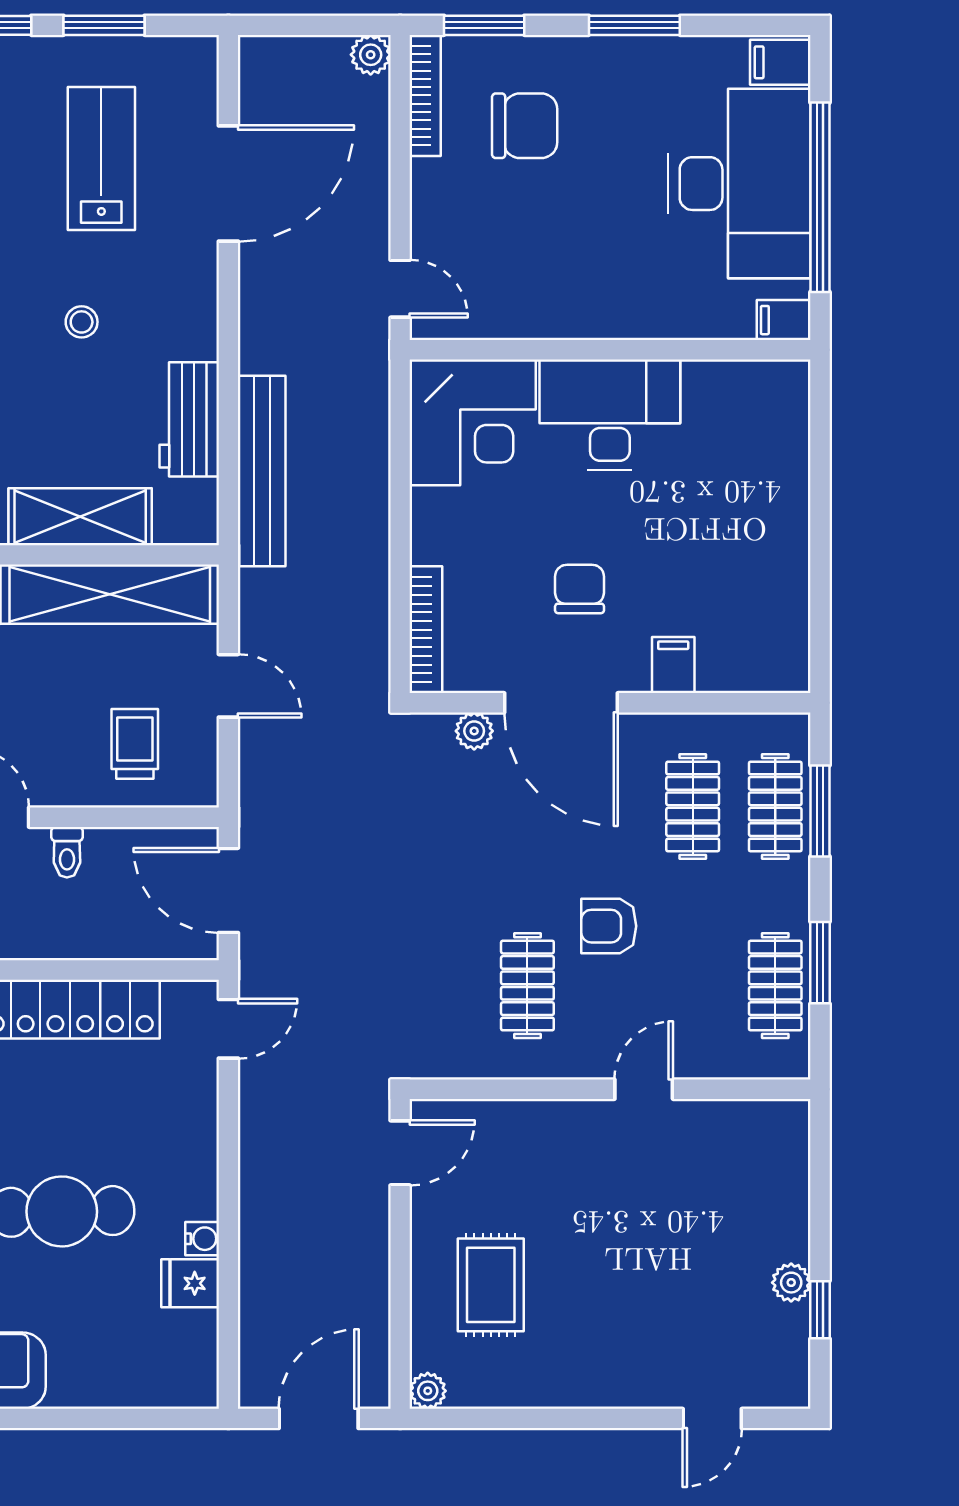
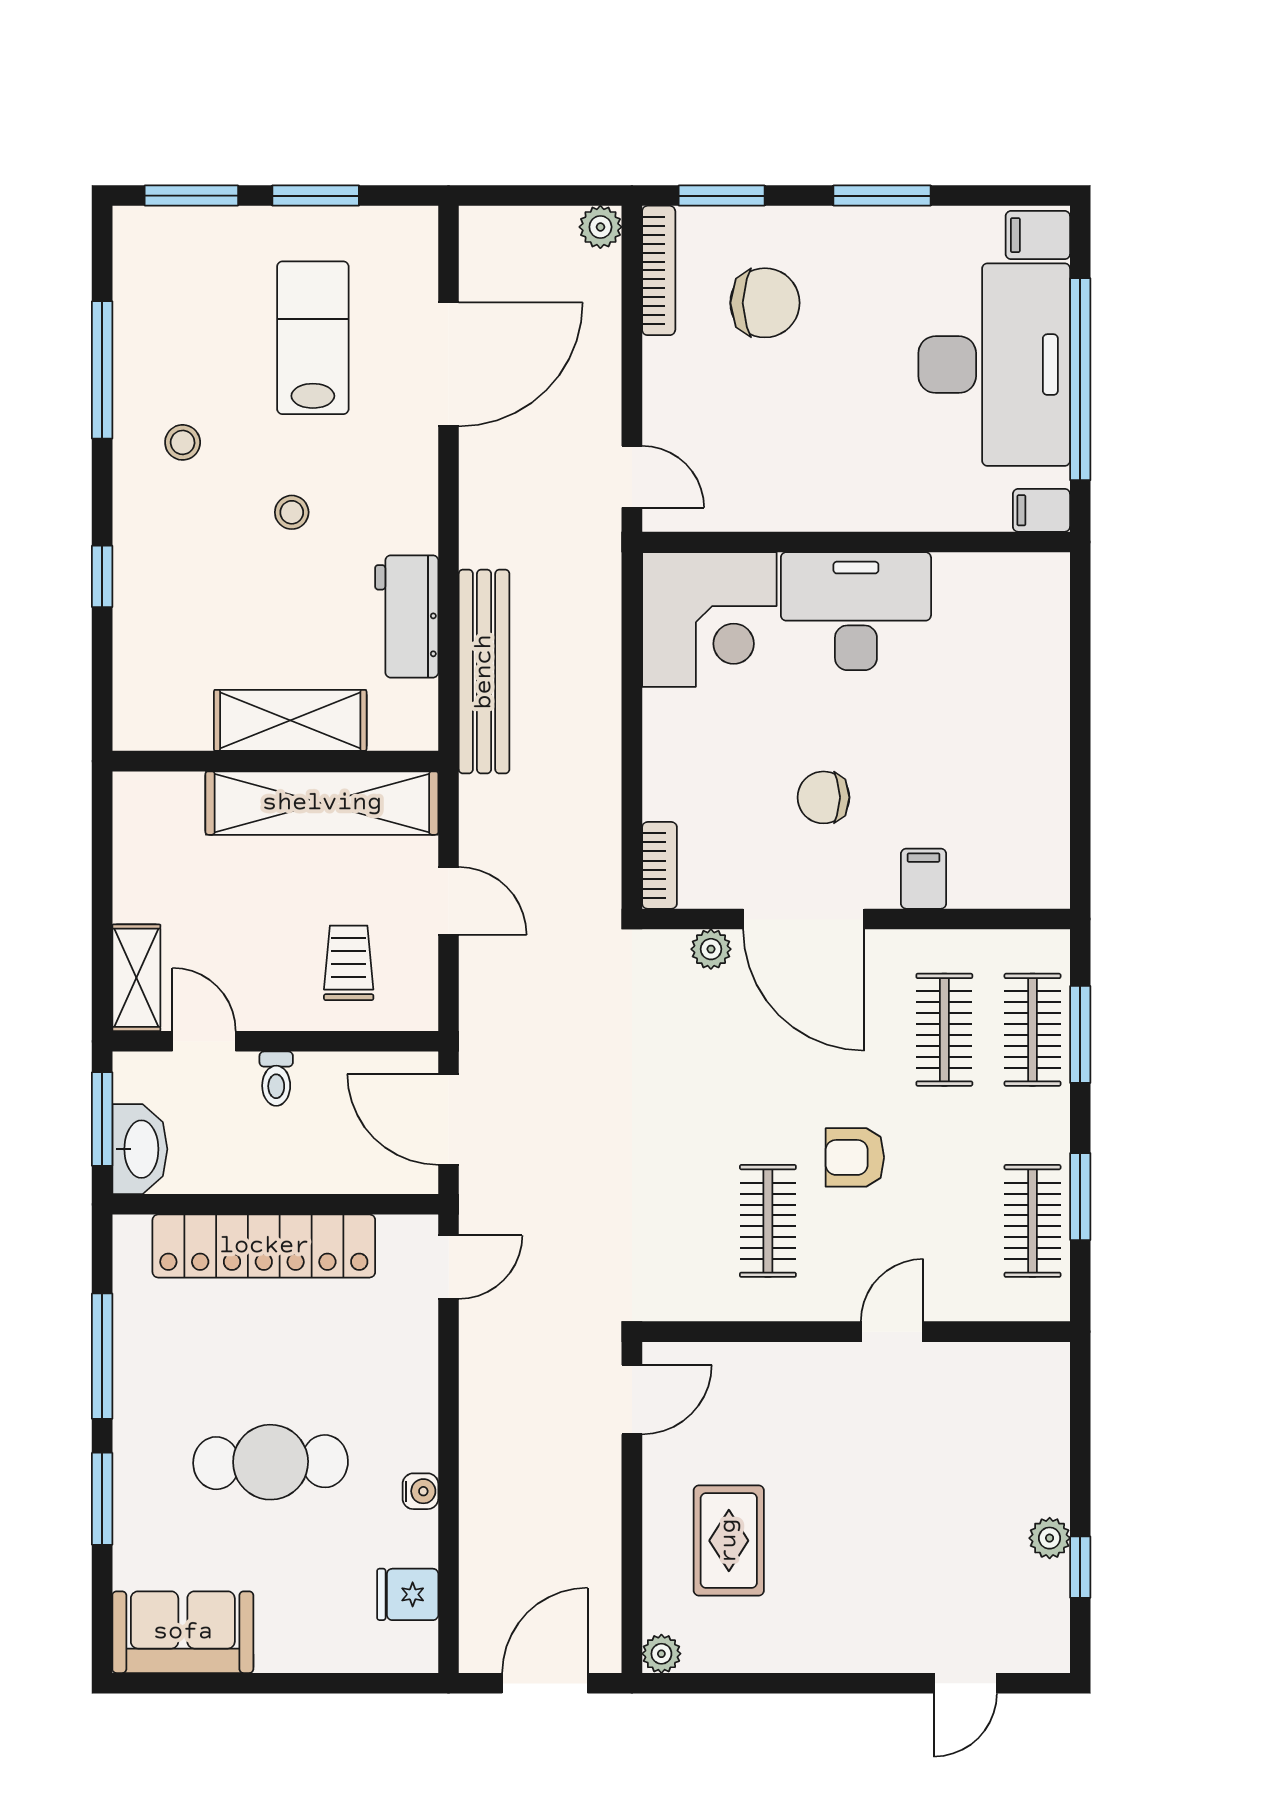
chair: (580, 589) -> (823, 797), turned -90
bookcase: (426, 630) -> (659, 865), width x0.64
fridge: (190, 1283) -> (408, 1594), moved

